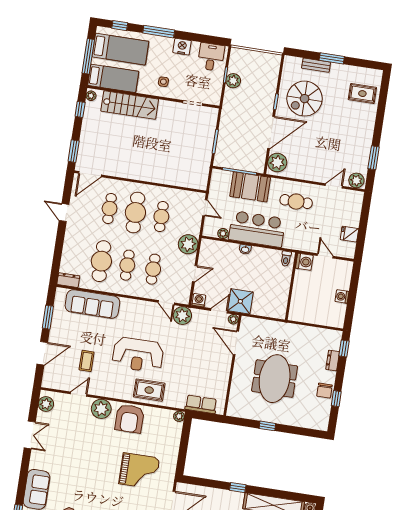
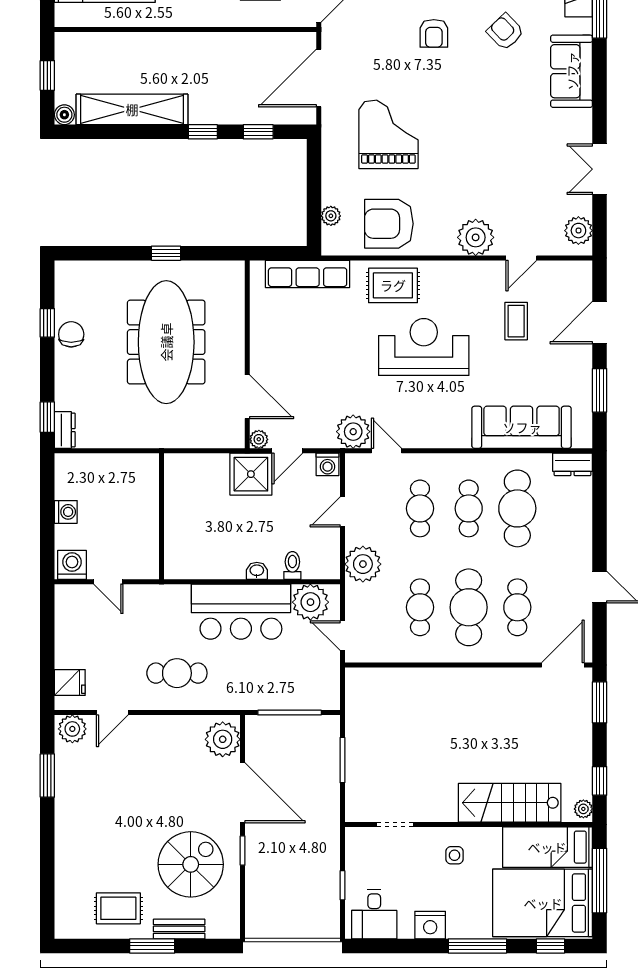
bed: (120, 49) -> (543, 903), width x1.50
plant: (233, 81) -> (327, 877), removed
rug: (362, 94) -> (118, 908), moved
door: (271, 132) -> (243, 793), swing flipped
booth: (250, 187) -> (265, 687), removed
plant: (223, 233) -> (310, 602), width x1.87, depth x1.87
fridge: (349, 234) -> (70, 683), moved
toilet: (286, 259) -> (292, 565), moved
washing machine: (304, 262) -> (72, 565), moved, turned 90
dresser: (333, 361) -> (65, 430), moved
meeting table: (275, 379) -> (166, 342), width x1.36
row of seats: (201, 404) -> (308, 274), width x1.48
plant: (179, 416) -> (331, 216), moved
armchair: (130, 419) -> (389, 224), moved, turned -90
grand piano: (139, 471) -> (388, 134), turned 90
window: (208, 483) -> (258, 132), added

